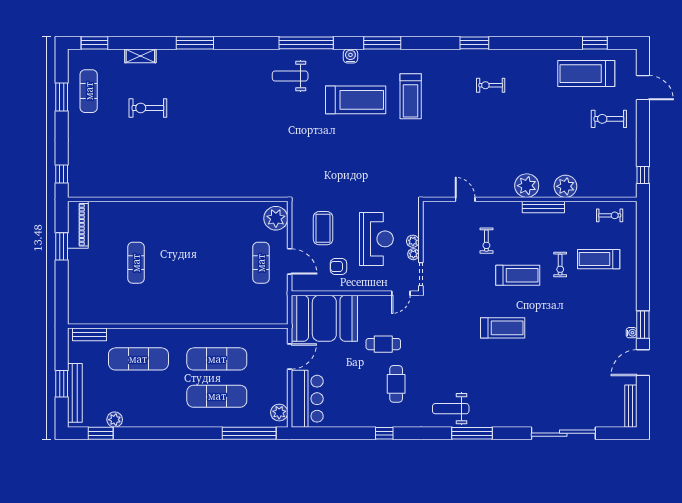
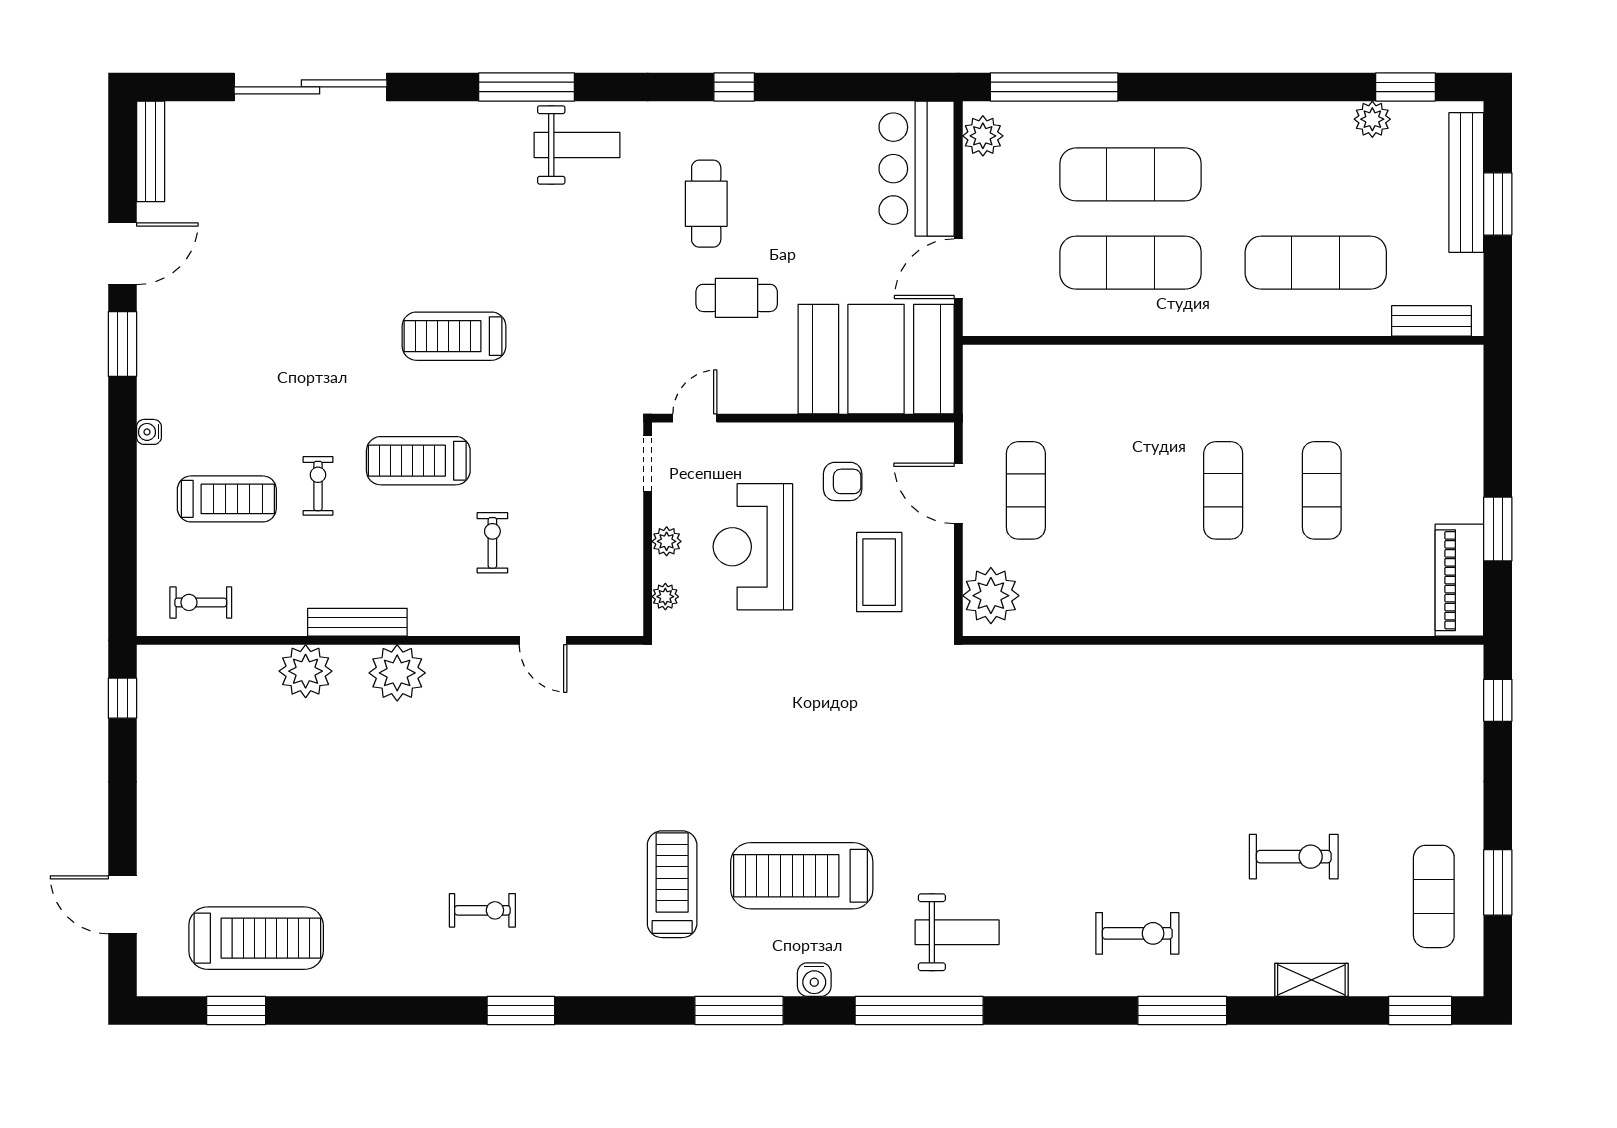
exercise bike: (609, 119) -> (1137, 933), moved
plant: (413, 254) -> (665, 597), moved
exercise mat: (178, 263) -> (1223, 490), added
water cooler: (632, 333) -> (149, 432), moved

